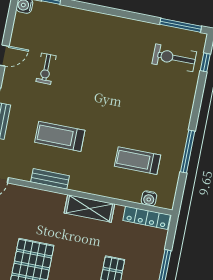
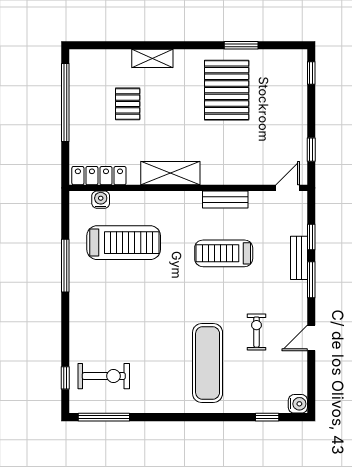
exercise mat: (90, 52) -> (208, 363), added
treadmill: (60, 136) -> (224, 253), turned 180
treadmill: (137, 161) -> (124, 243), width x1.37, depth x1.38

